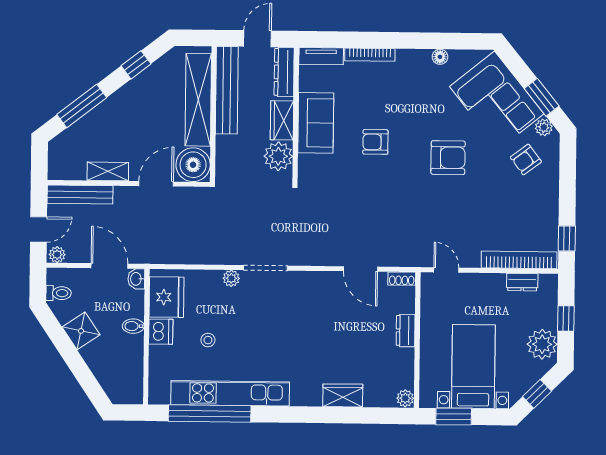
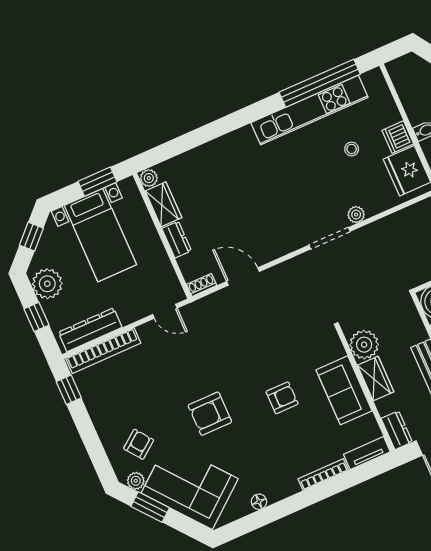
dresser: (284, 72) -> (397, 430), width x0.70
dresser: (522, 282) -> (90, 330), width x1.96, depth x1.24
wardrobe: (343, 395) -> (163, 204), moved, turned -90

